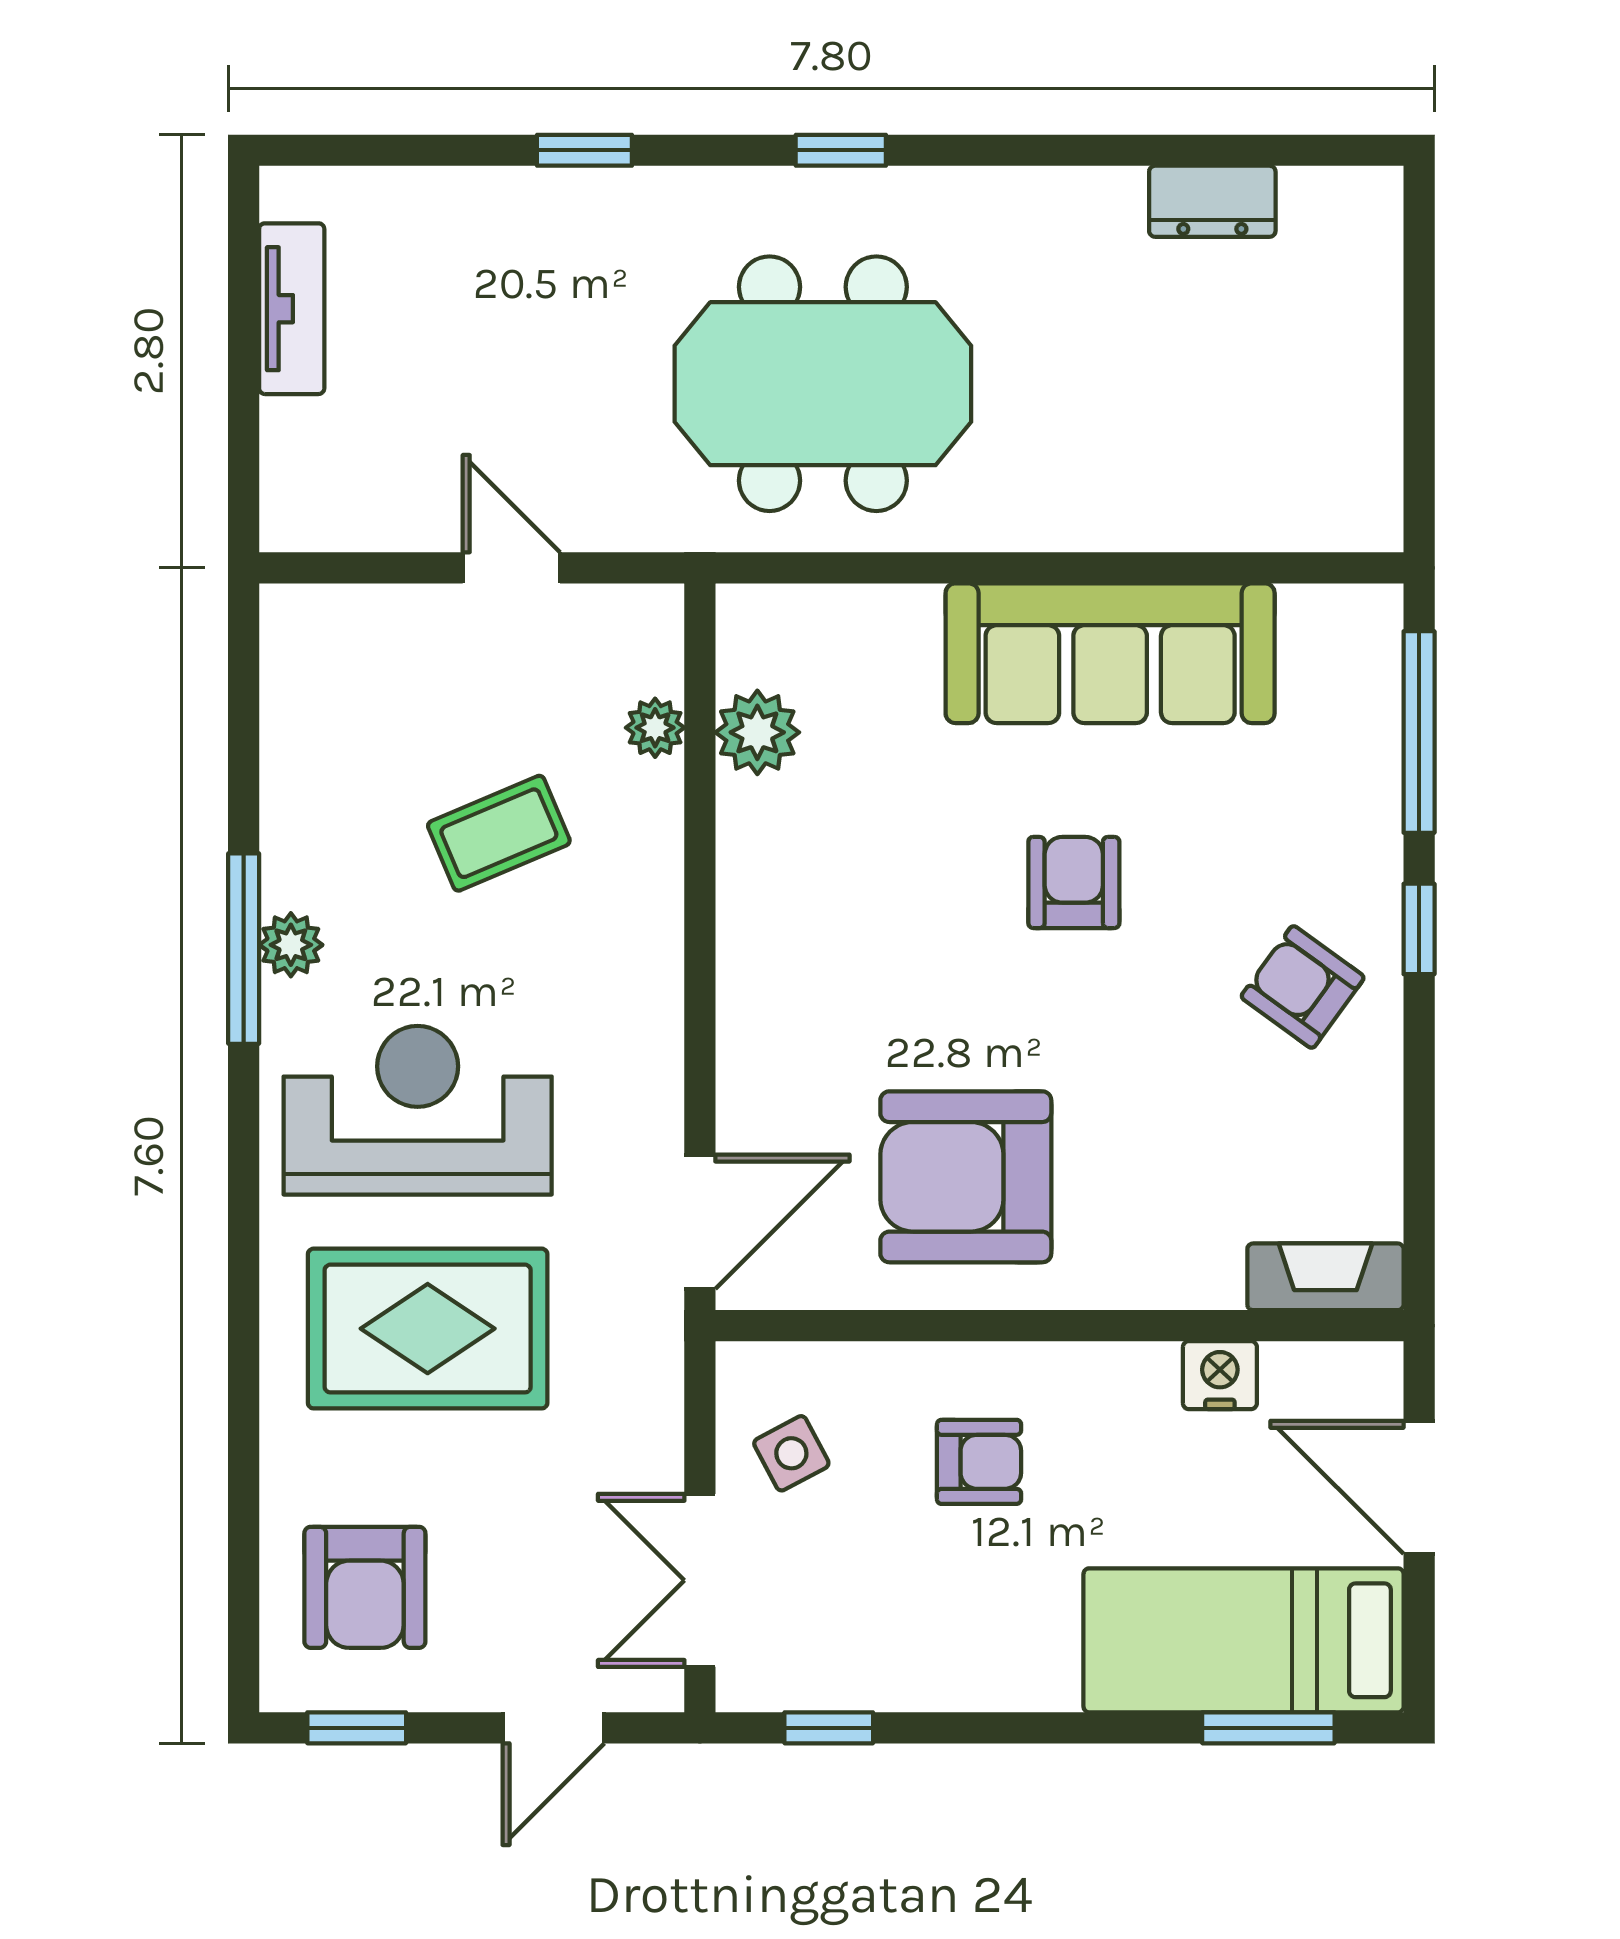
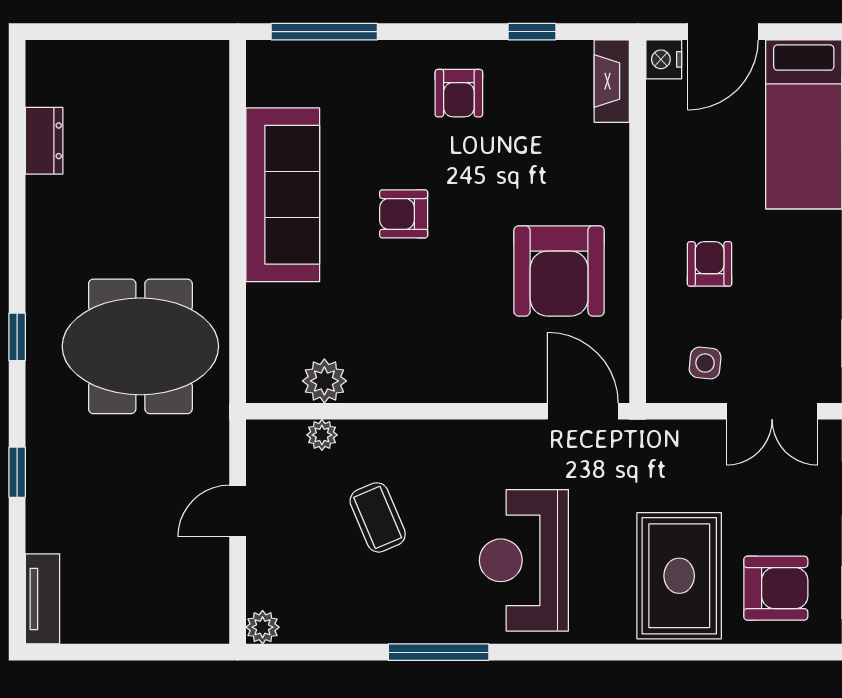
tv unit: (292, 309) -> (43, 599), moved, turned 90
meeting table: (823, 384) -> (140, 346), turned 90
window: (1419, 929) -> (532, 32), moved
plant: (291, 945) -> (263, 627), moved
armchair: (1303, 987) -> (459, 93), turned -36
rug: (428, 1329) -> (679, 576), moved
nightstand: (1220, 1375) -> (664, 59), moved
side table: (791, 1453) -> (705, 363), turned 33

